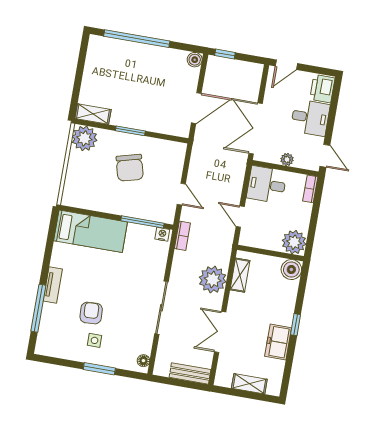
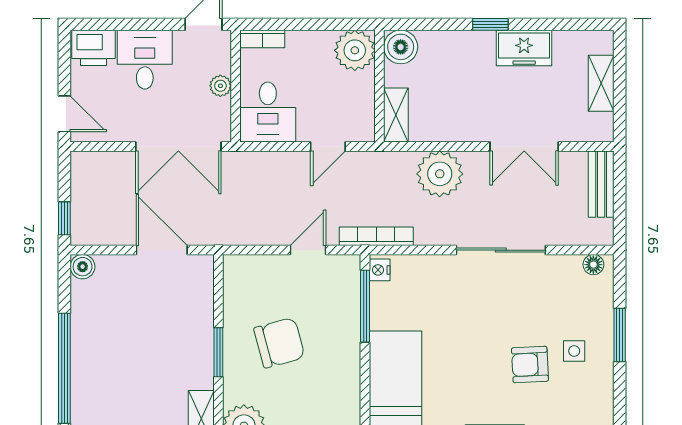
bookcase: (182, 236) -> (376, 236), width x1.56
shelving: (240, 275) -> (396, 115), moved, turned 90

